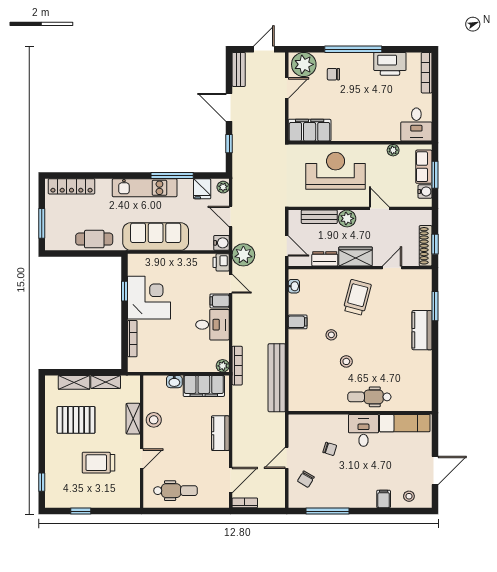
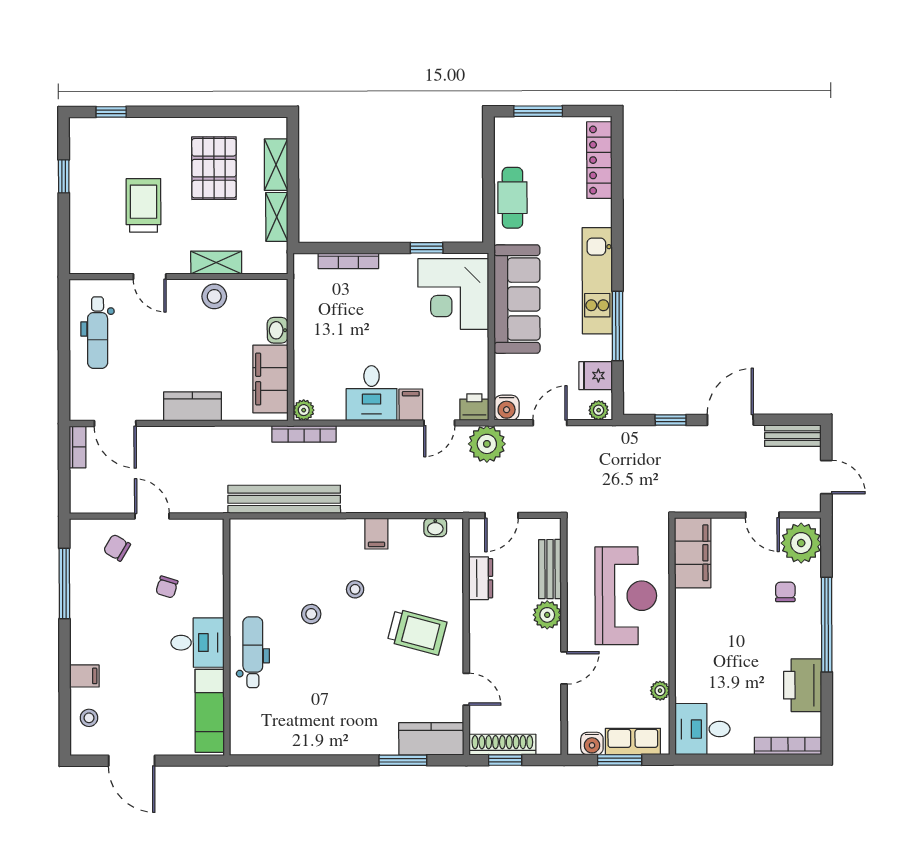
wardrobe: (356, 256) -> (485, 629), removed
corner desk: (149, 298) -> (453, 294), moved, turned 90
kitchen counter: (422, 330) -> (431, 739), moved

